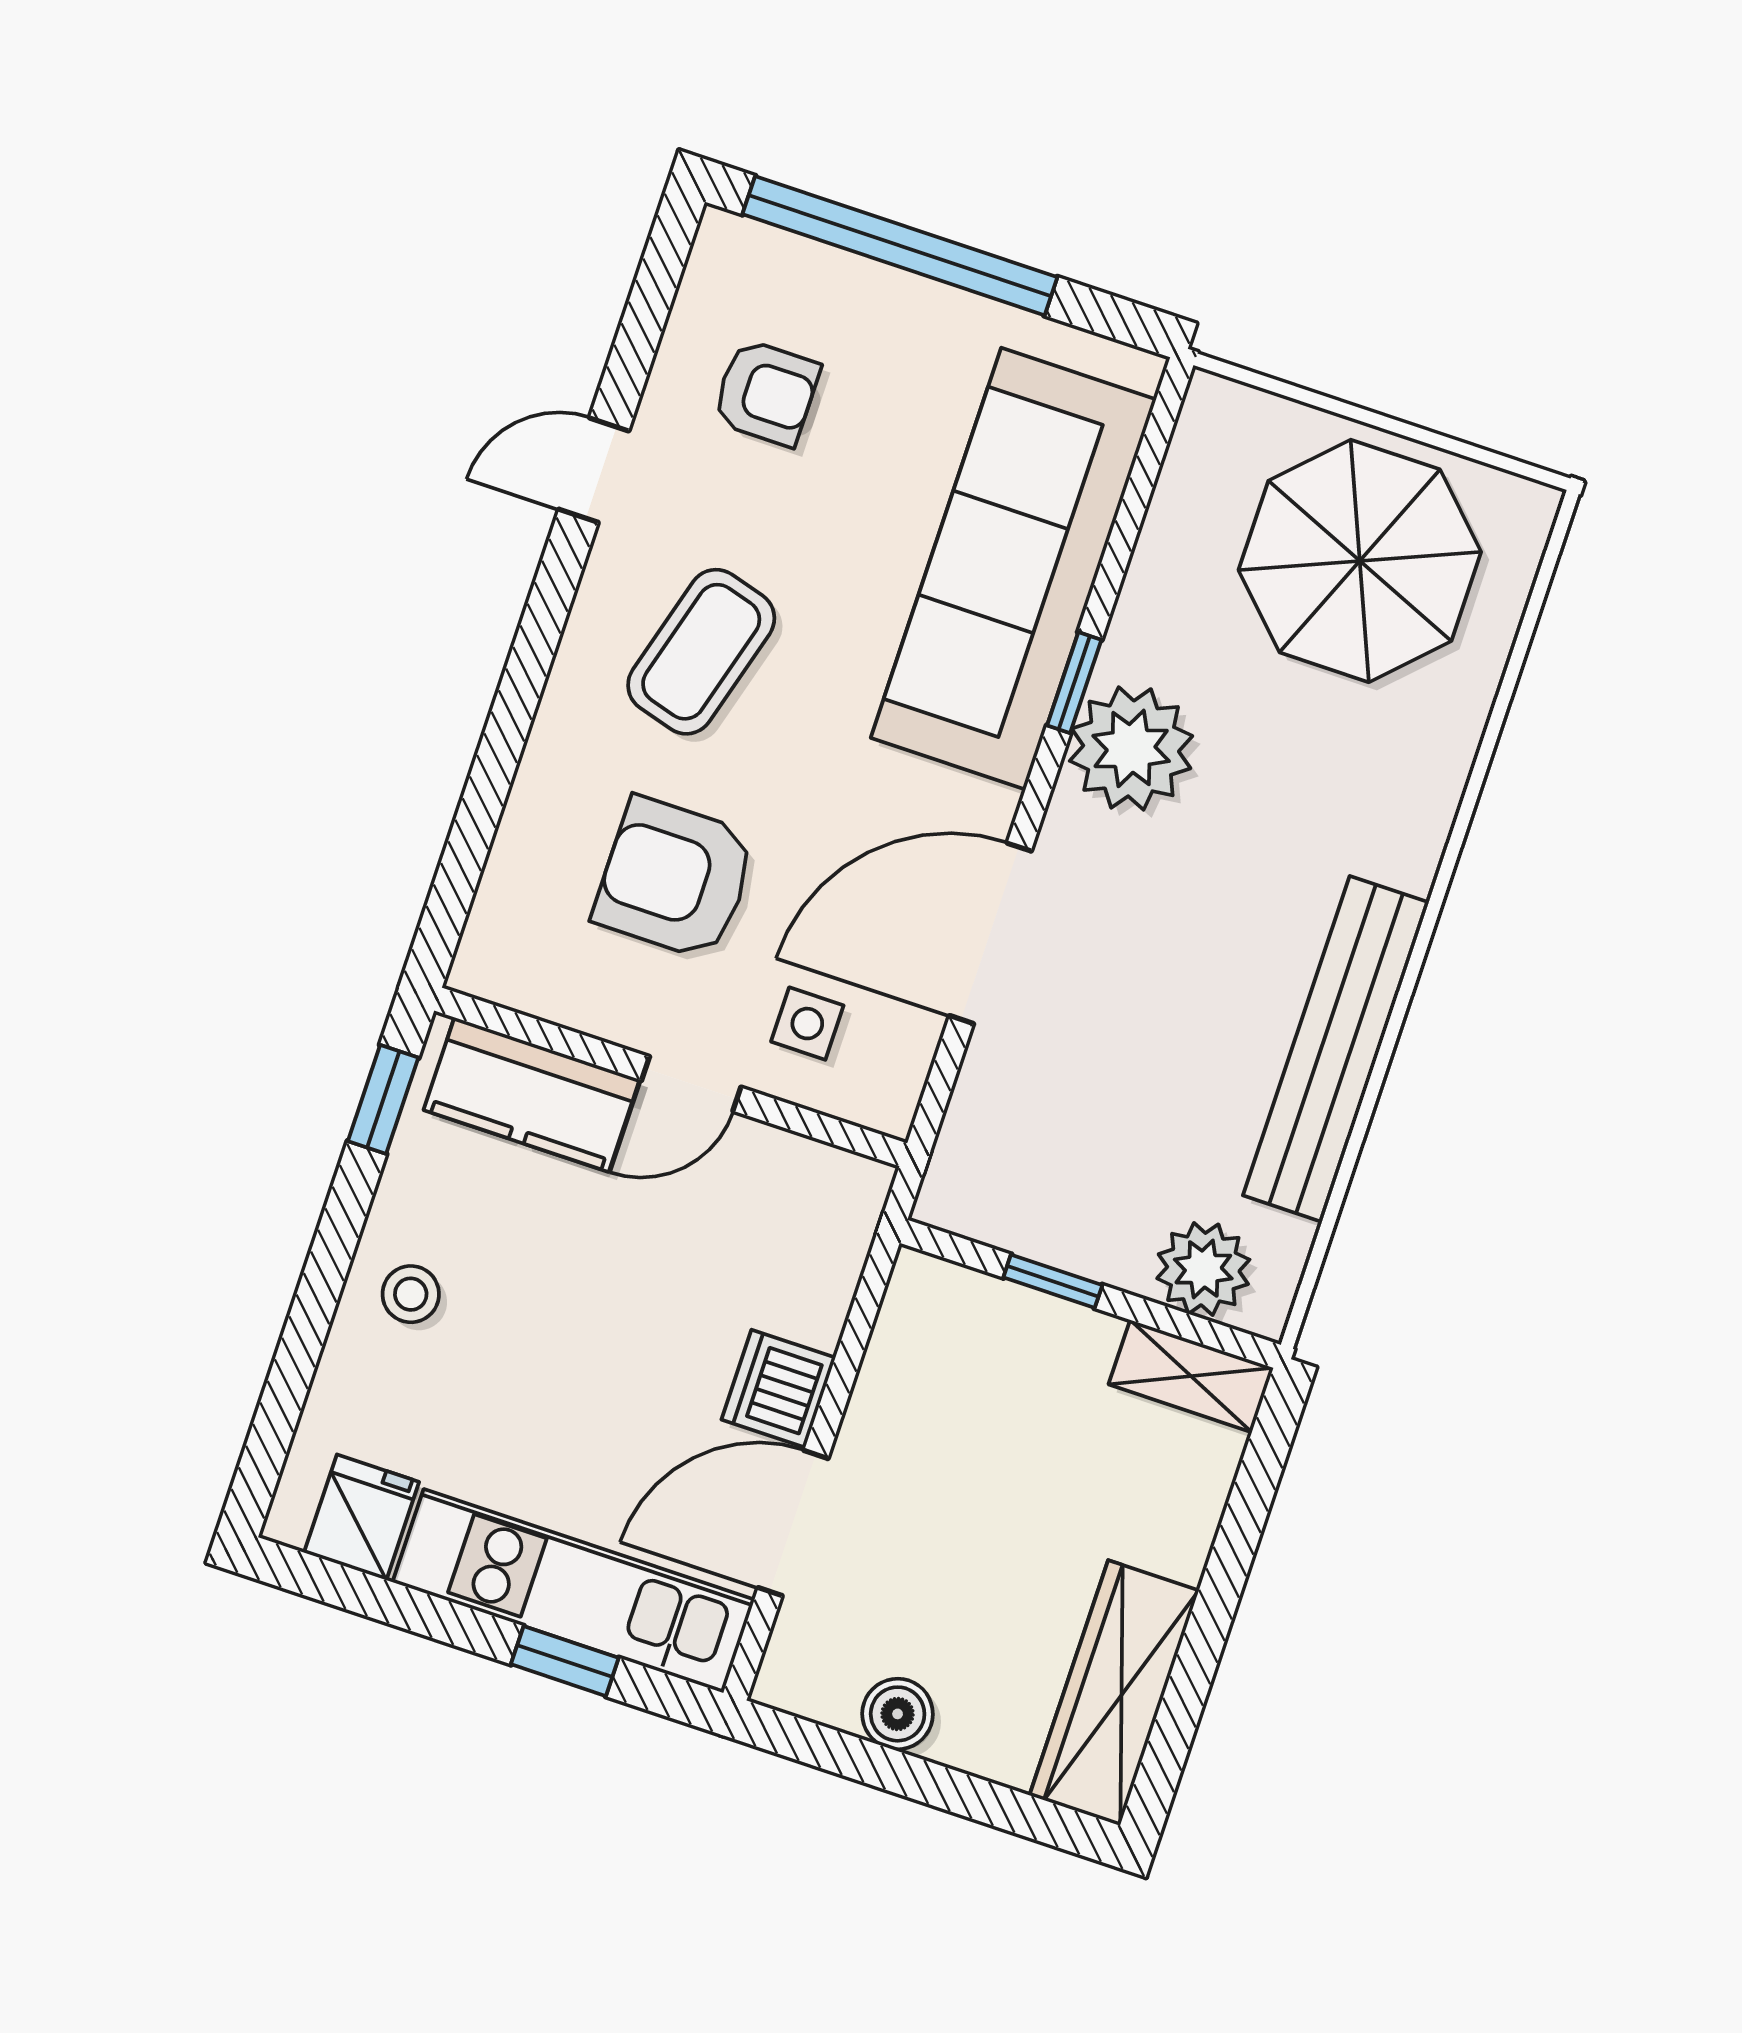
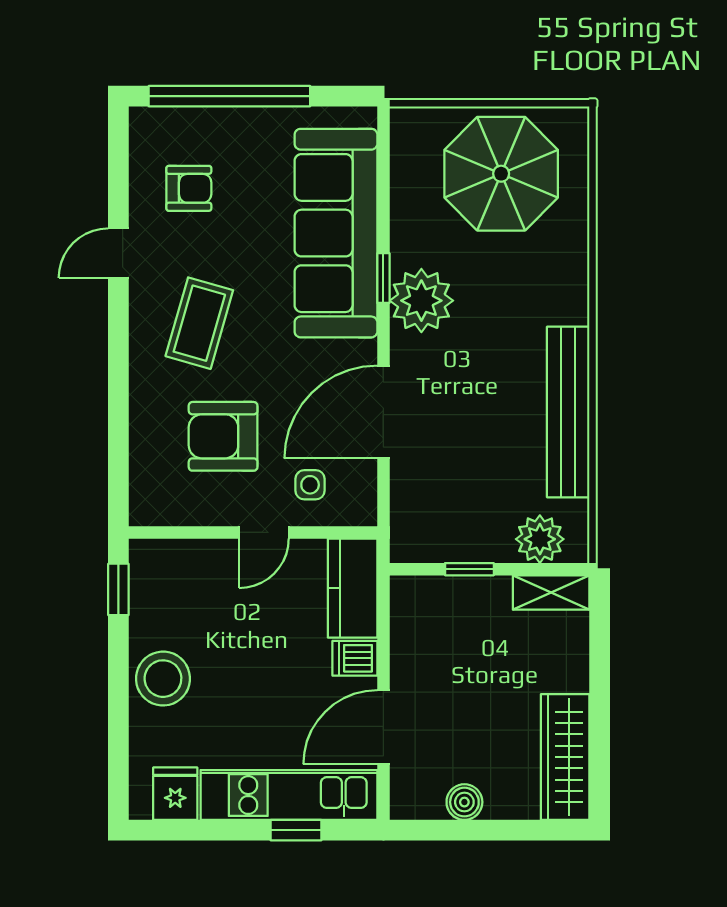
kitchen counter: (532, 1095) -> (353, 588), moved, turned 90
stool: (411, 1294) -> (163, 679), width x1.89, depth x1.89
dishwasher: (778, 1389) -> (355, 658), width x0.73

